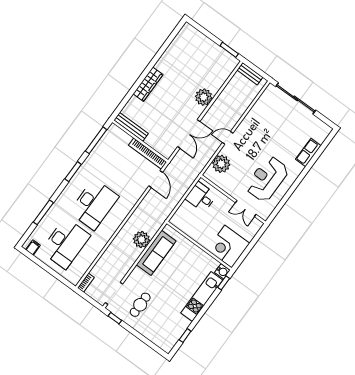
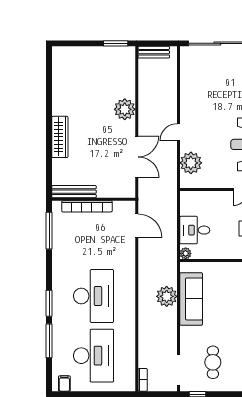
bookcase: (148, 154) -> (87, 206), moved
window: (73, 172) -> (49, 303), moved
desk: (201, 197) -> (195, 230), moved
plant: (174, 220) -> (186, 253), added

